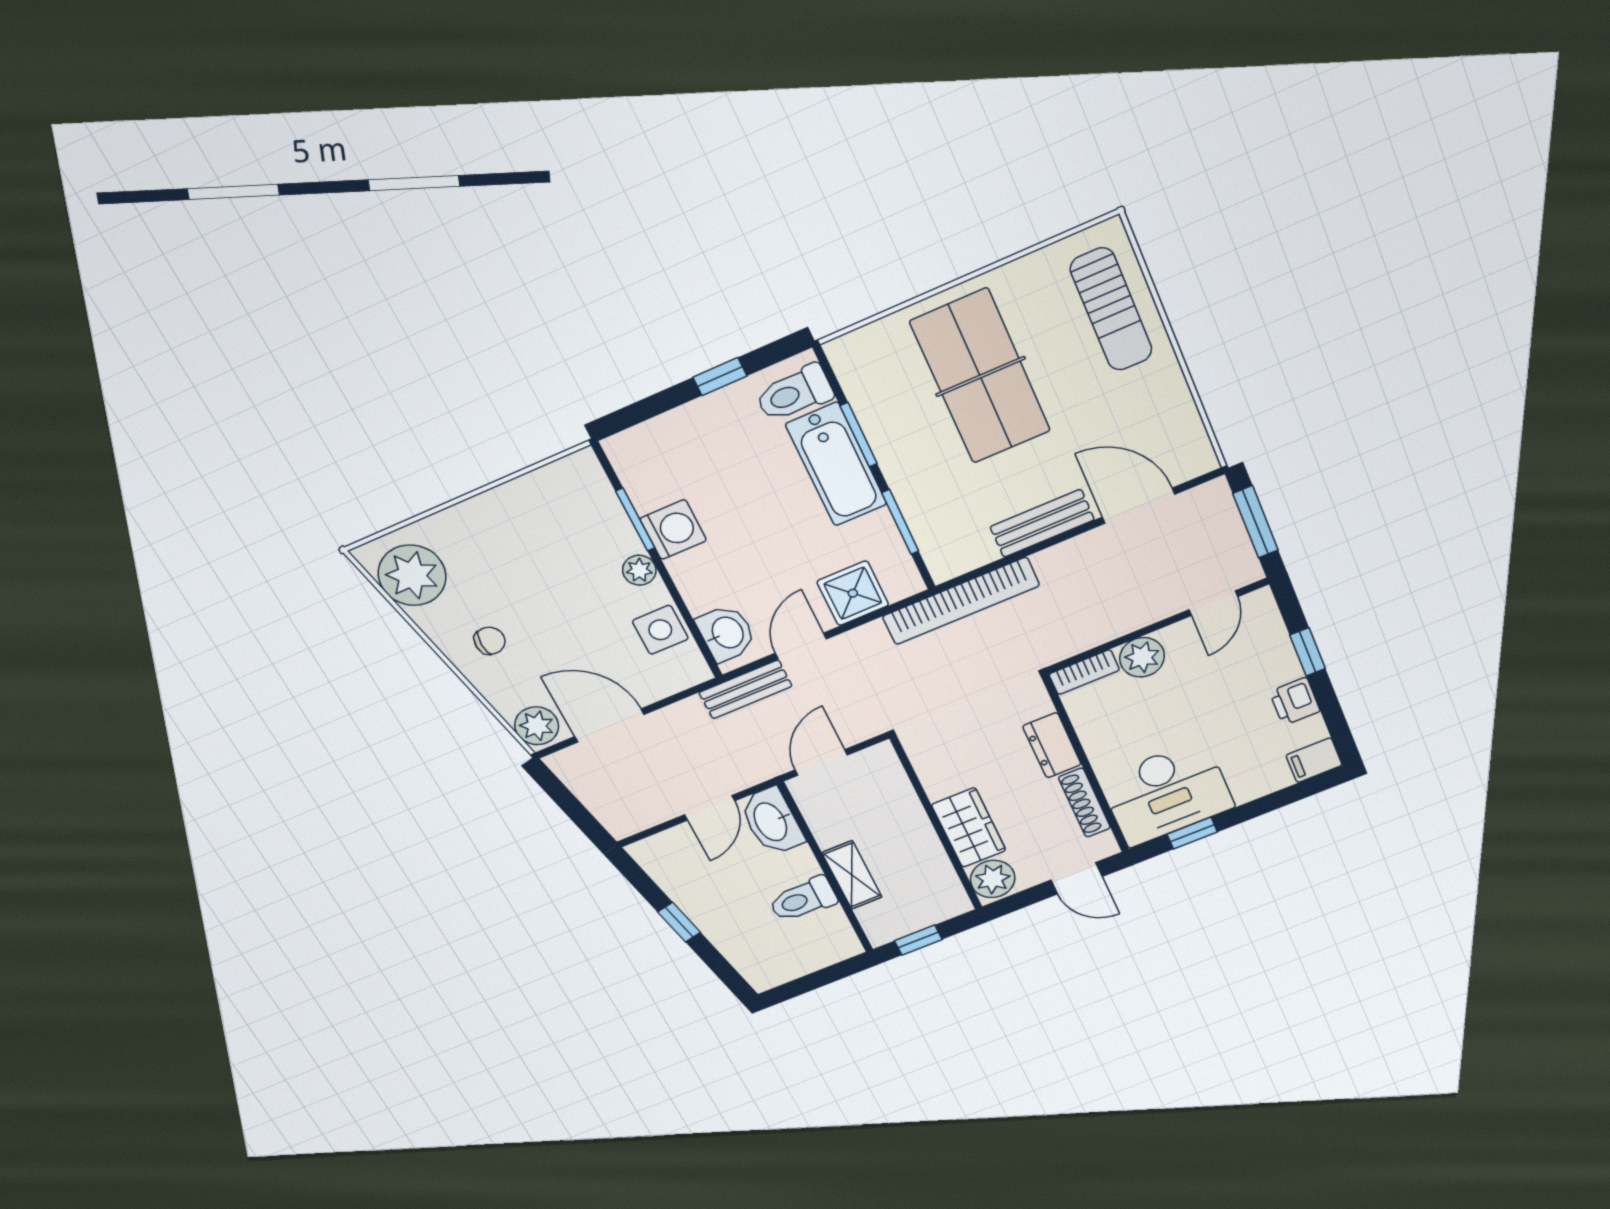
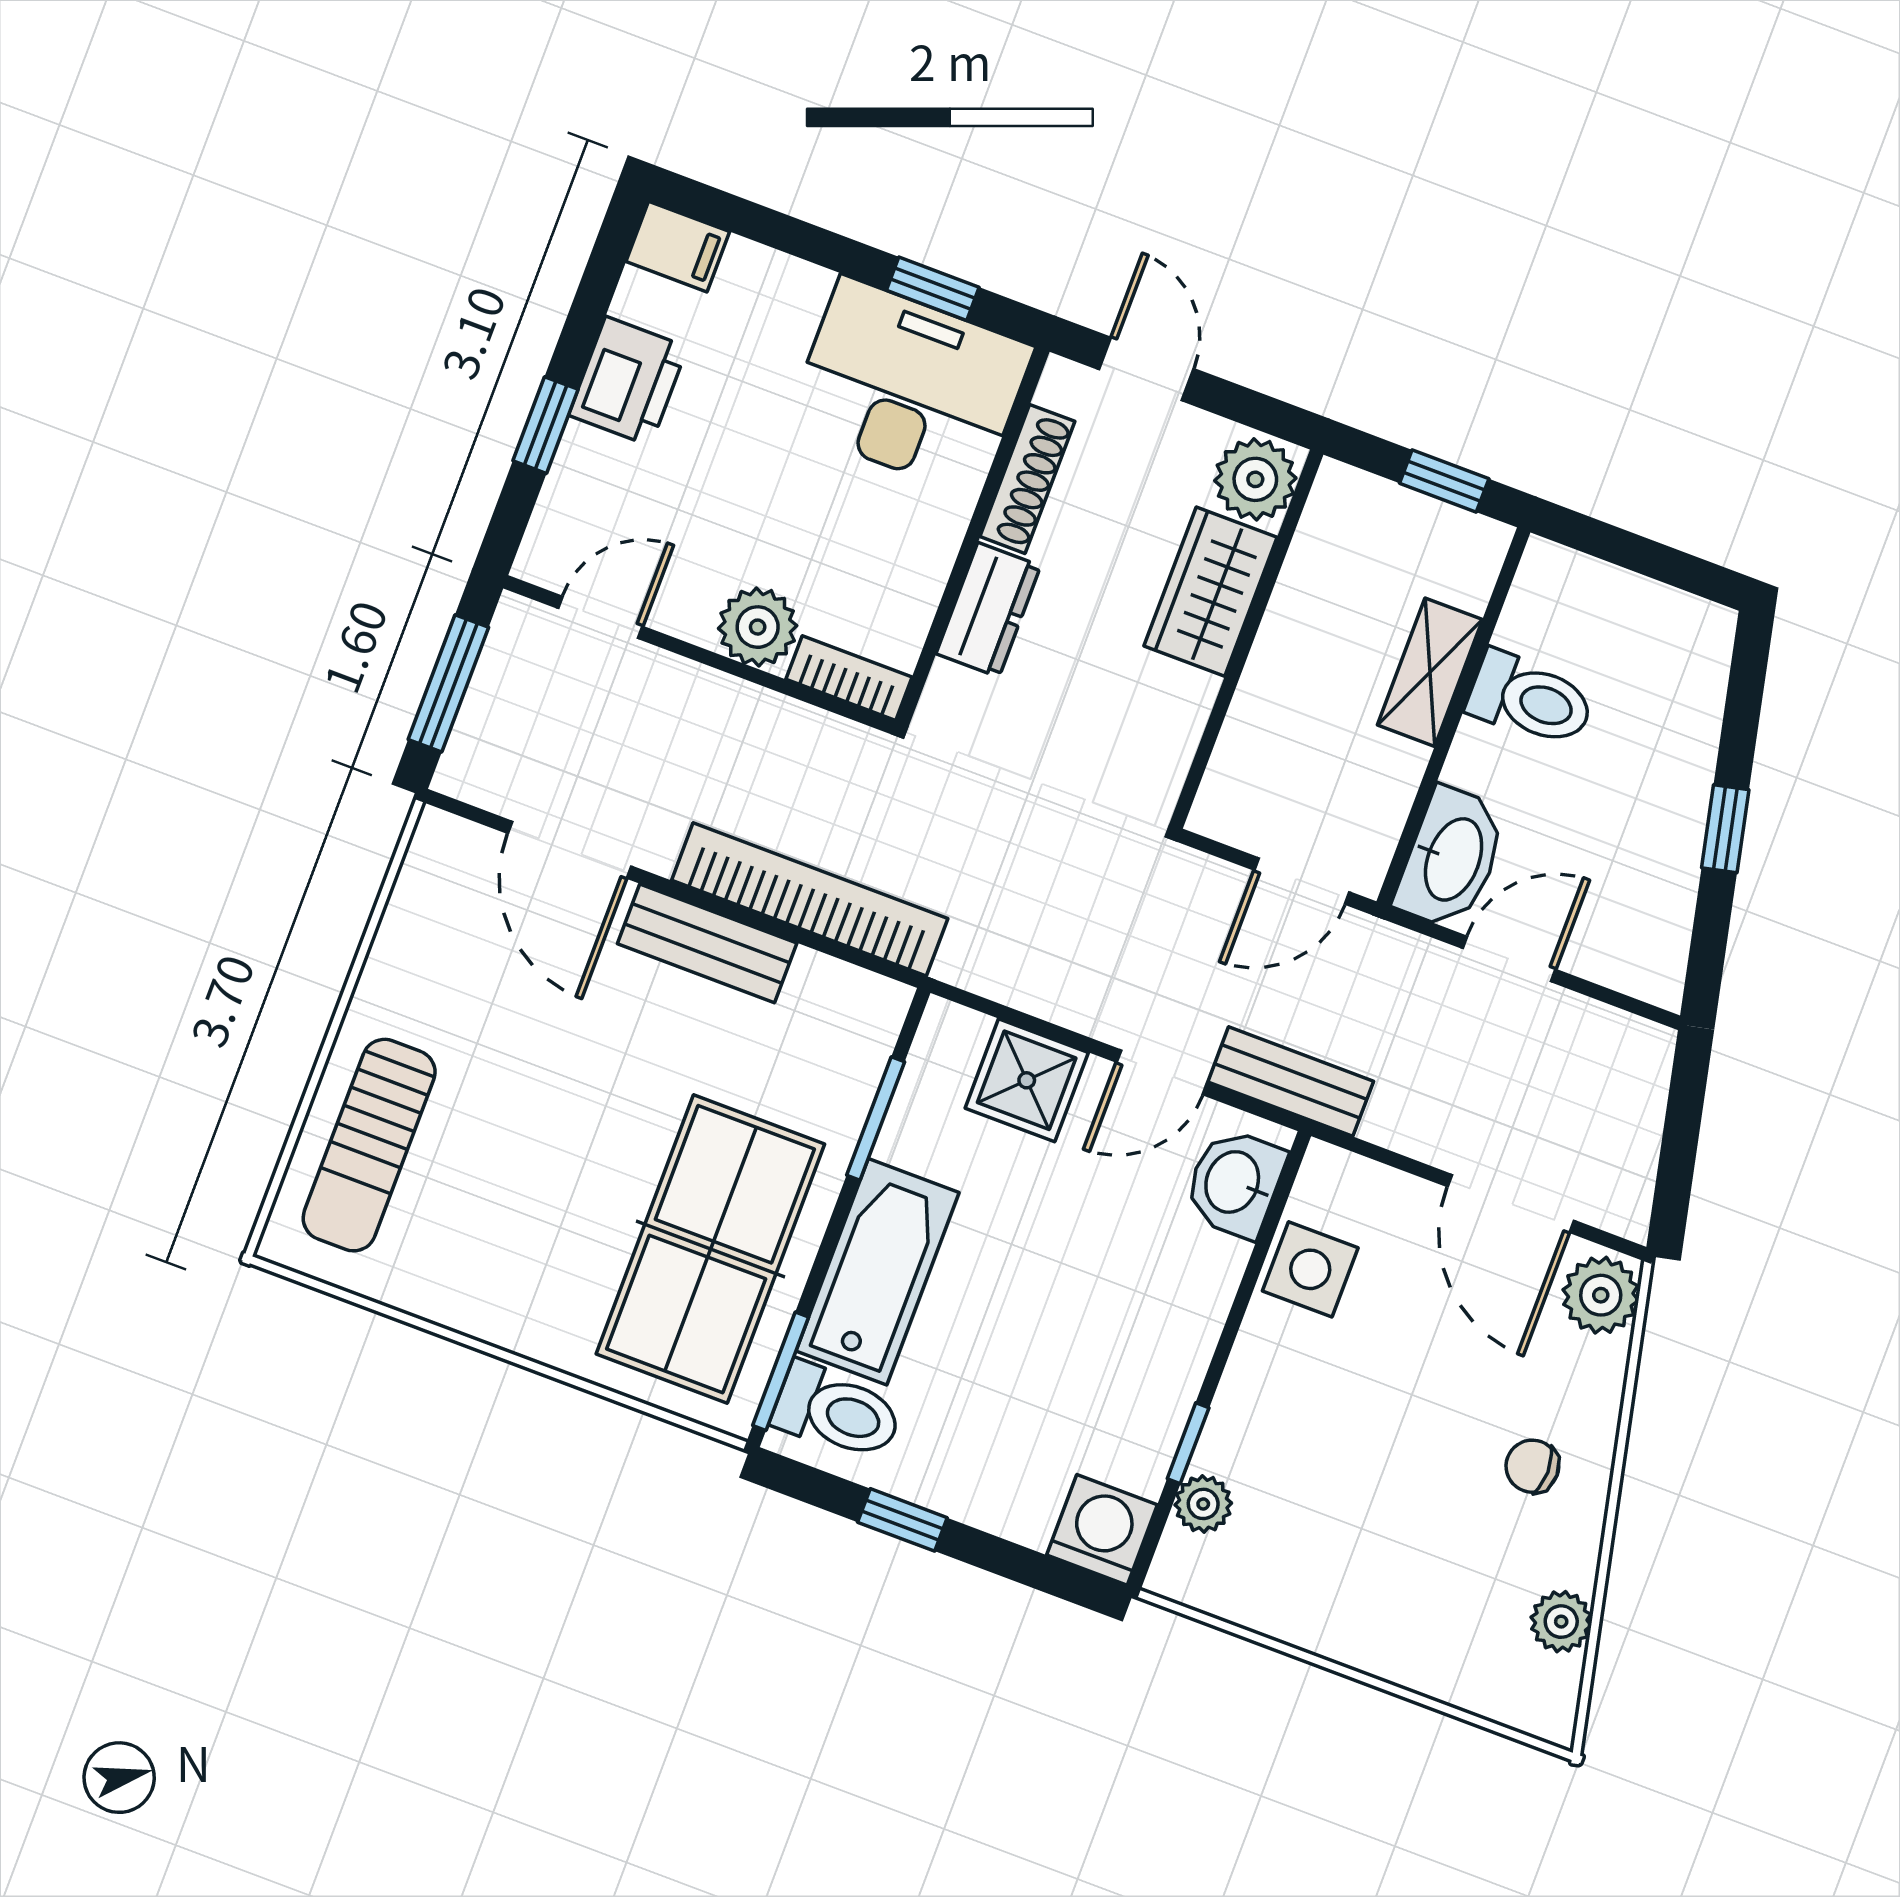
sun lounger: (1111, 309) -> (369, 1145), turned 180
table tennis table: (980, 376) -> (710, 1249), moved
window: (859, 435) -> (781, 1371), moved
window: (635, 520) -> (1188, 1443), width x0.67
washing machine: (673, 530) -> (1102, 1530), moved, turned 90
plant: (639, 570) -> (1203, 1504), moved
plant: (412, 575) -> (1561, 1622), width x0.53, depth x0.53
bookcase: (961, 601) -> (810, 899), moved
printer: (1295, 701) -> (628, 381), width x1.36, depth x1.24

